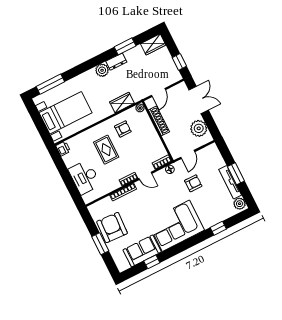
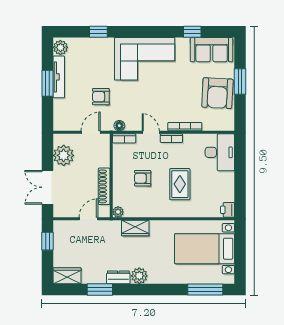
armchair: (123, 129) -> (143, 178), moved
desk: (84, 177) -> (220, 152), moved
sofa: (142, 251) -> (212, 50), moved

